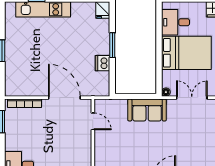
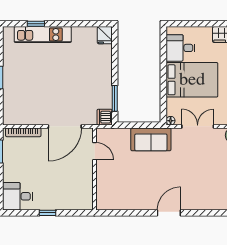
window: (112, 45) -> (115, 98), moved
dishwasher: (103, 63) -> (105, 117), moved
door: (64, 98) -> (65, 126), swing flipped

